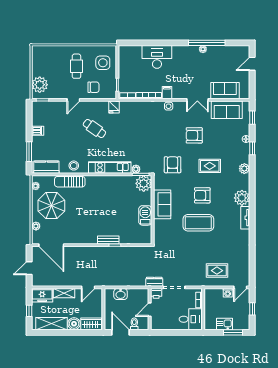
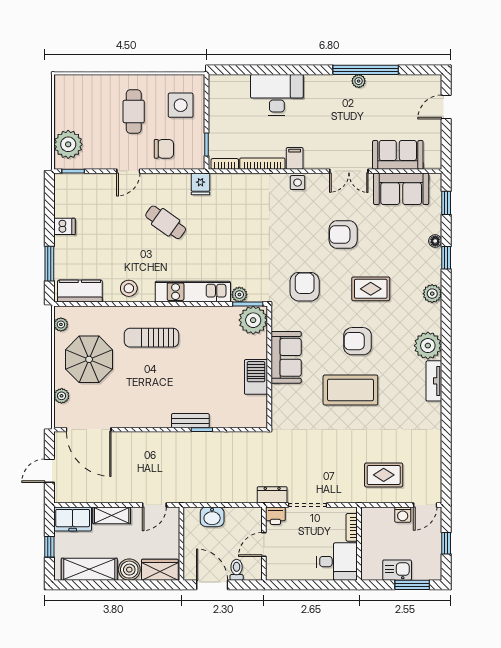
sun lounger: (70, 182) -> (151, 338), moved

